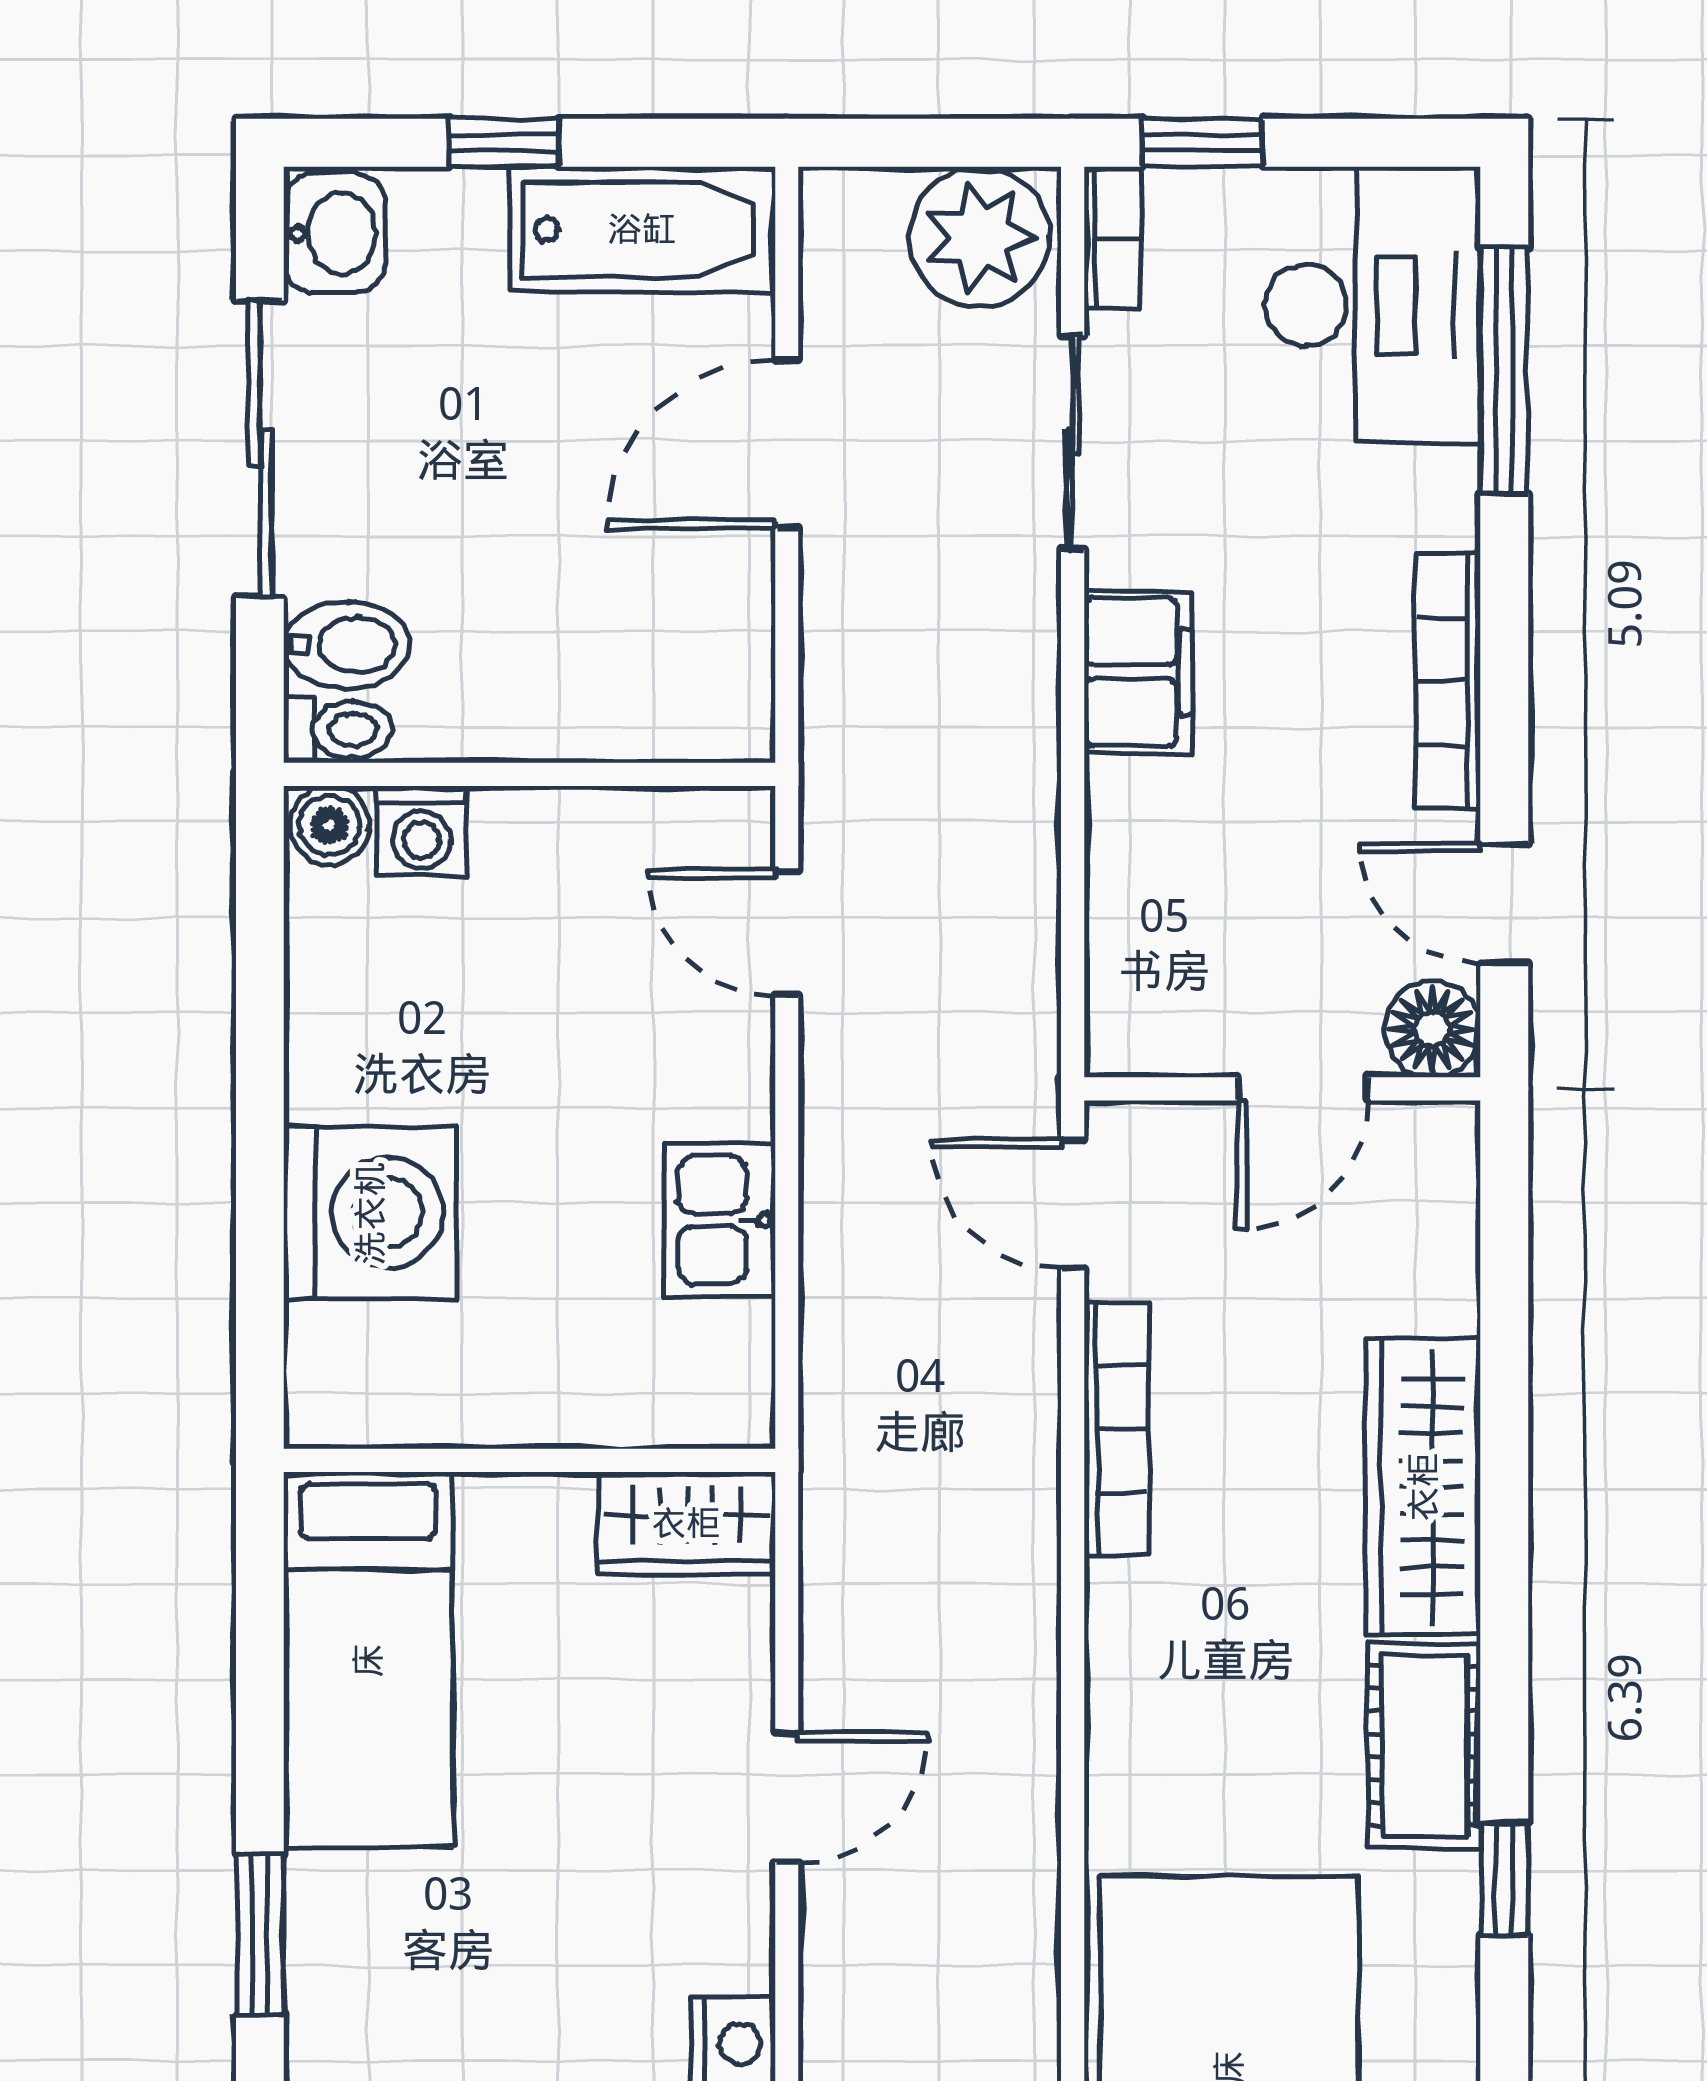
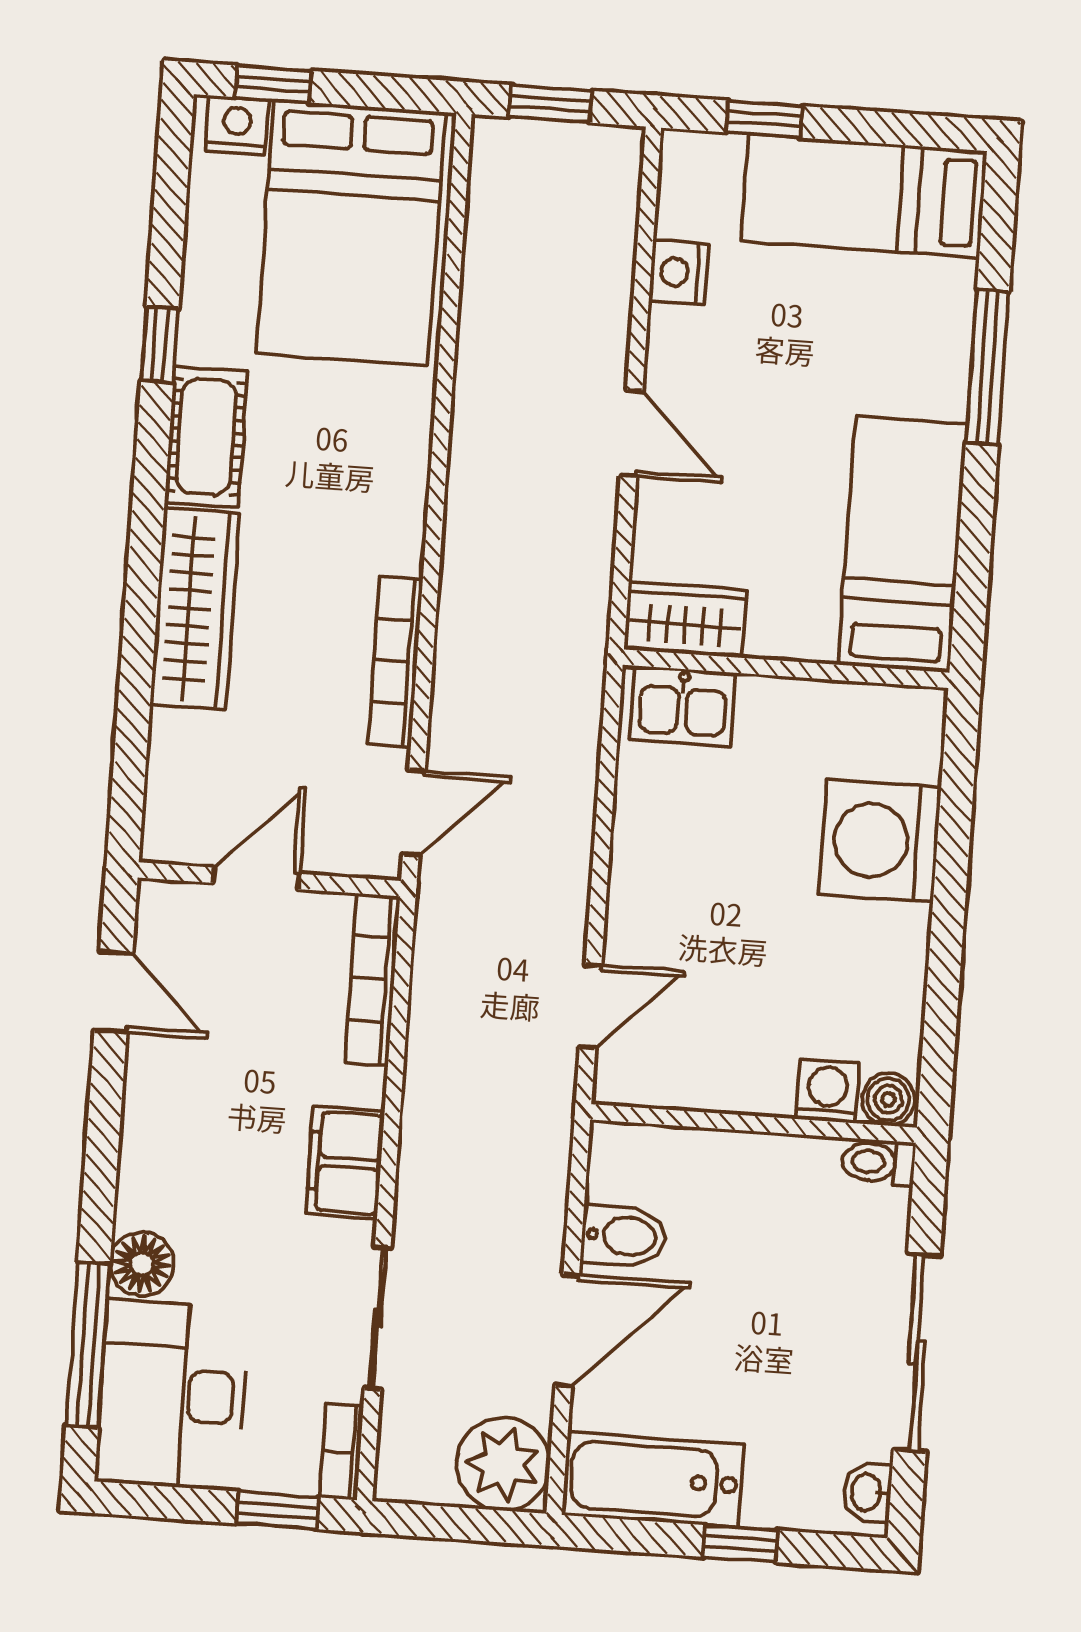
washbasin: (334, 233) -> (868, 1492), width x0.72, depth x0.69
plant: (979, 237) -> (503, 1464), moved
bidet: (347, 645) -> (624, 1236), moved, turned 180
bookcase: (1448, 681) -> (373, 979), moved, turned 180
door: (787, 933) -> (590, 1006), hinge flipped
floor lamp: (1432, 1029) -> (142, 1264), moved
door: (1073, 1204) -> (414, 813), hinge flipped
kitchen sink: (720, 1220) -> (683, 706), moved, turned 90
door: (787, 1797) -> (632, 433), swing flipped
window: (260, 1935) -> (987, 367), width x1.44

